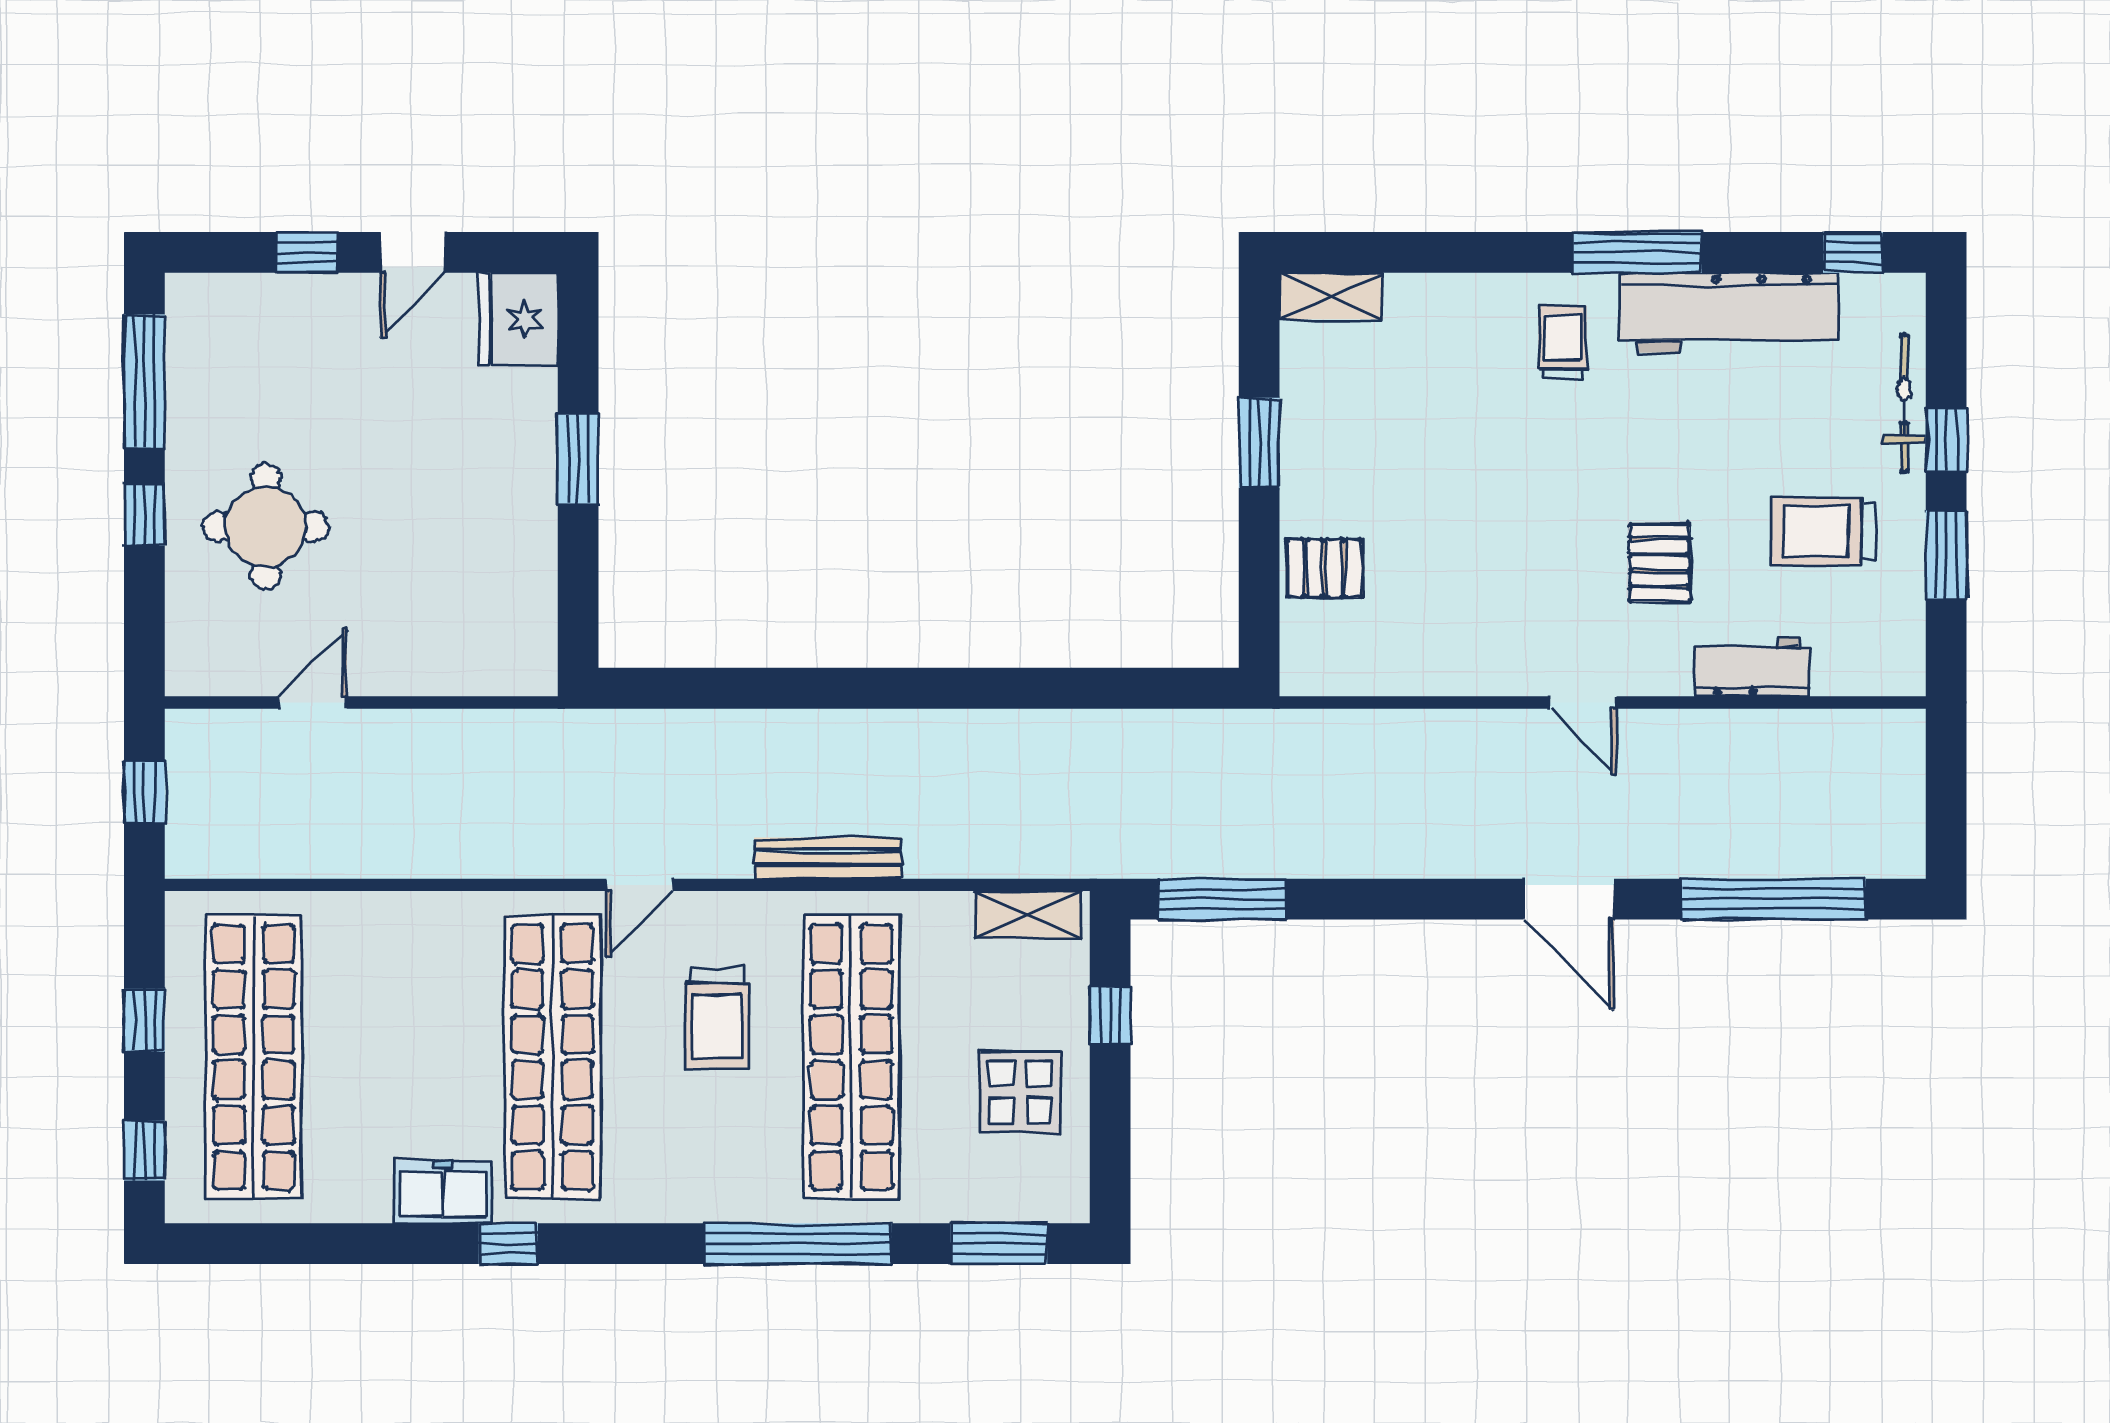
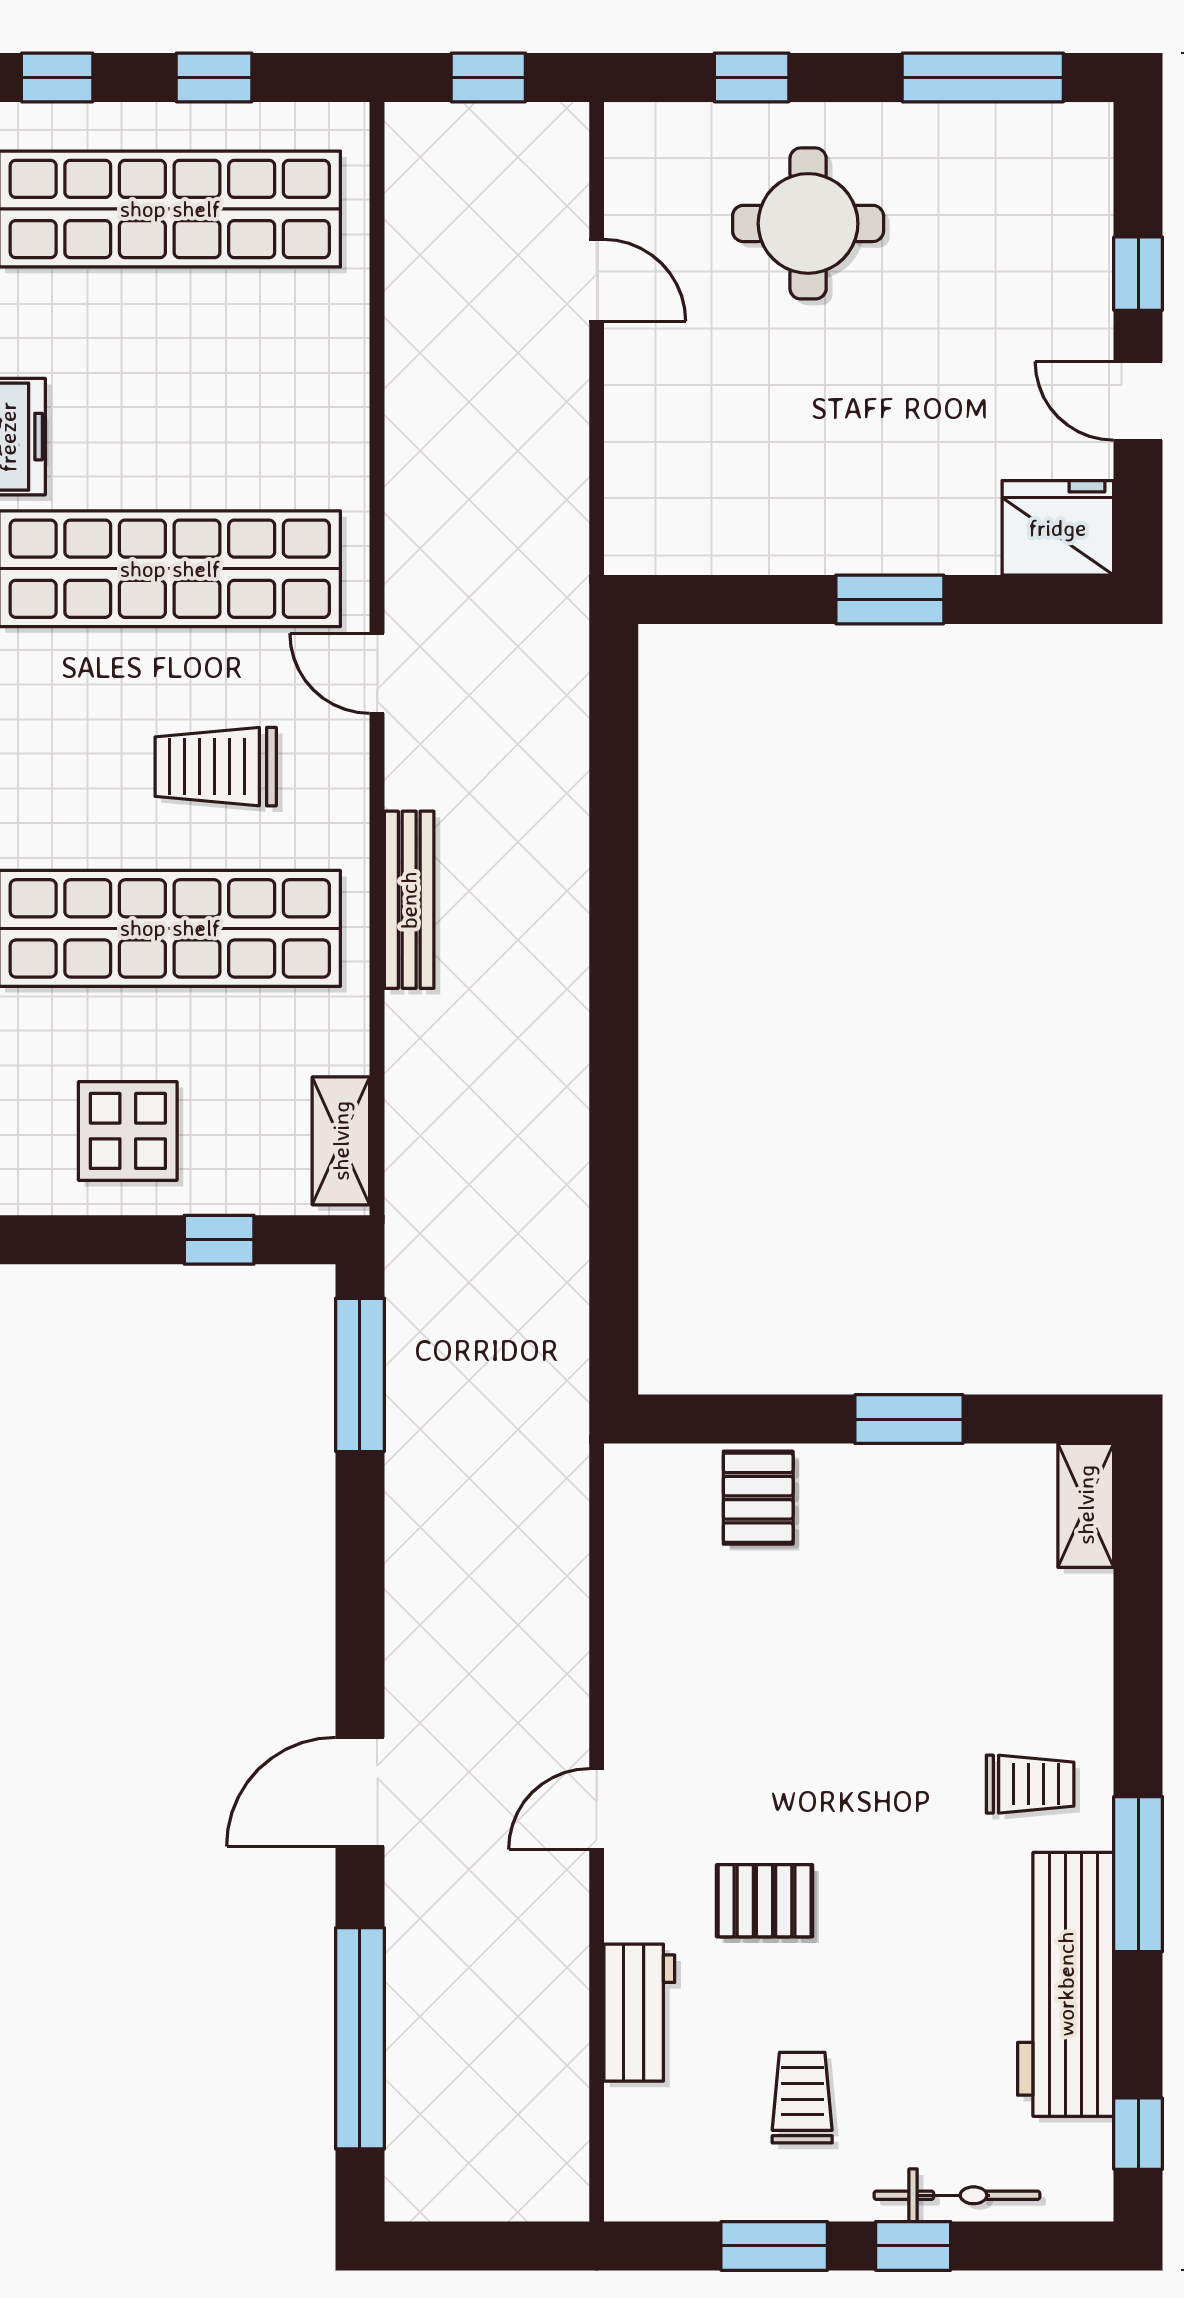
window: (144, 515) -> (752, 77), moved
trolley: (1823, 532) -> (802, 2098), width x0.73, depth x0.72

